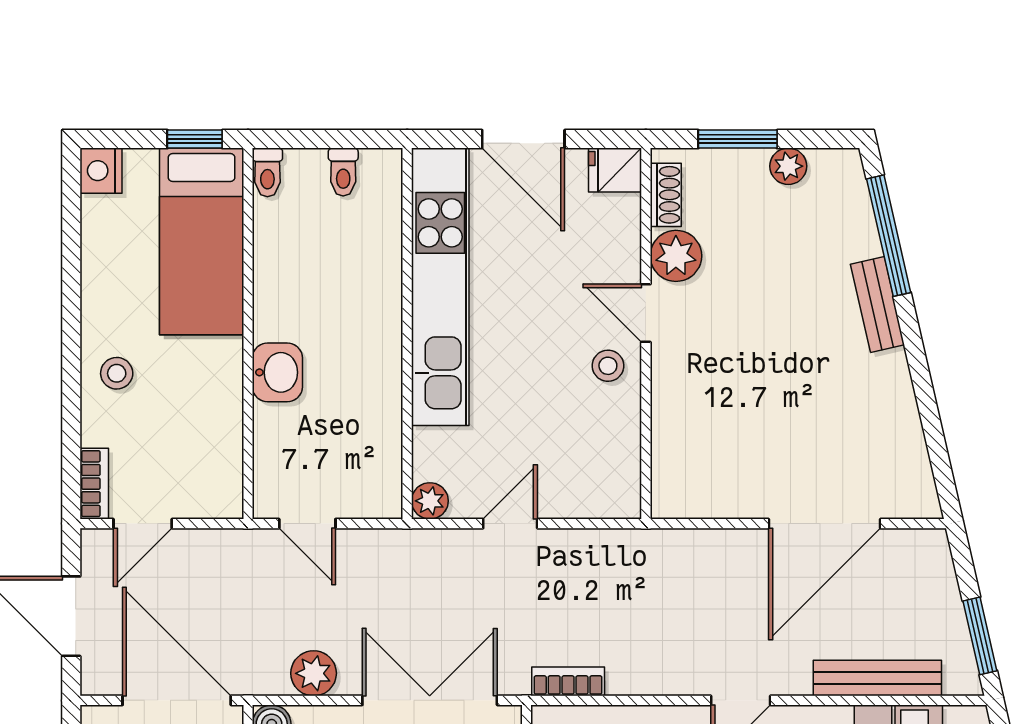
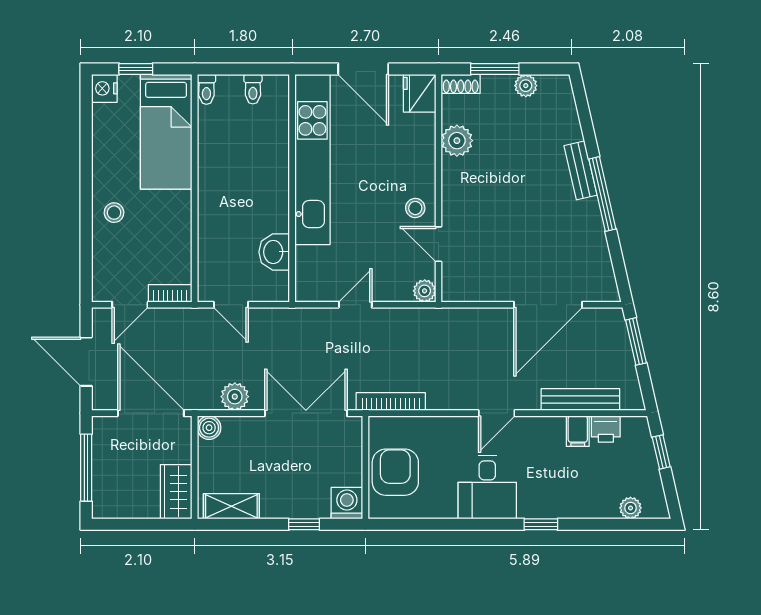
window: (195, 139) -> (136, 69), moved
fridge: (615, 170) -> (420, 93), width x1.38
shoe rack: (666, 195) -> (461, 84), moved, turned 90
window: (889, 236) -> (602, 194), moved
door: (646, 313) -> (438, 244), moved
washbasin: (277, 372) -> (274, 252), moved, turned 180
bookcase: (94, 484) -> (170, 293), moved, turned -90
plant: (430, 501) -> (425, 291), moved
window: (980, 636) -> (636, 341), moved
bookcase: (568, 681) -> (391, 402), width x1.56

